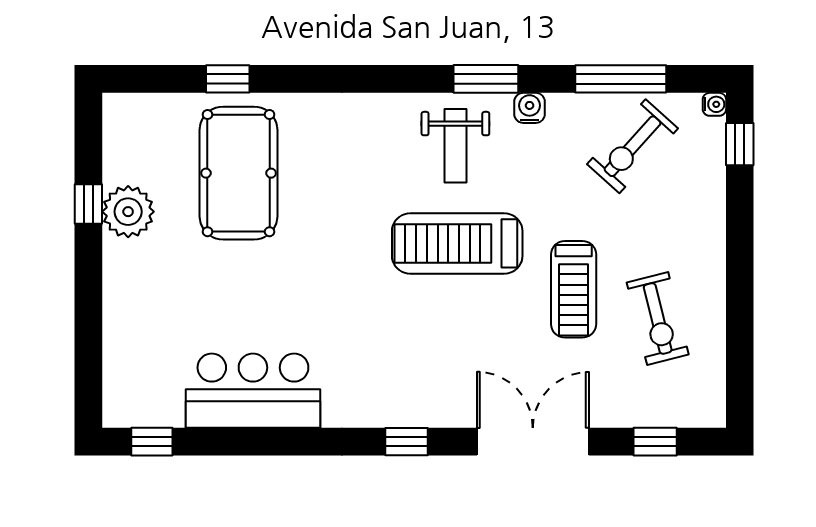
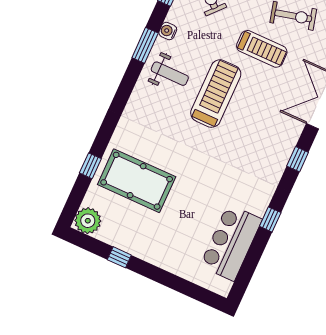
plant: (128, 212) -> (88, 221), moved
treadmill: (457, 243) -> (216, 94), turned 180
bar counter: (253, 391) -> (231, 243), moved
window: (152, 442) -> (270, 219), moved

